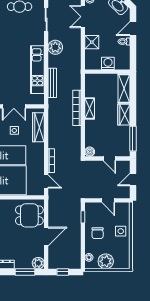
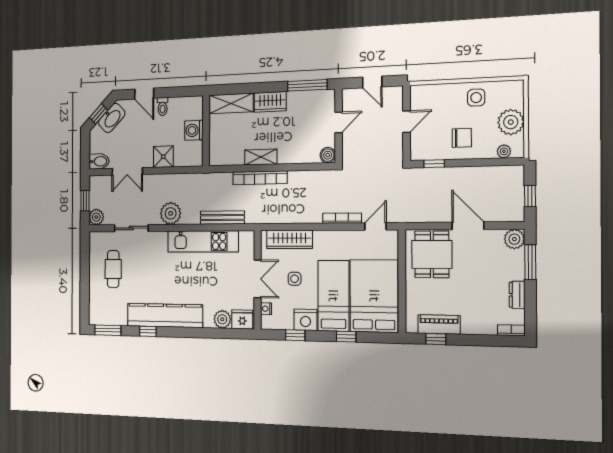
side table: (121, 231) -> (476, 98), moved

